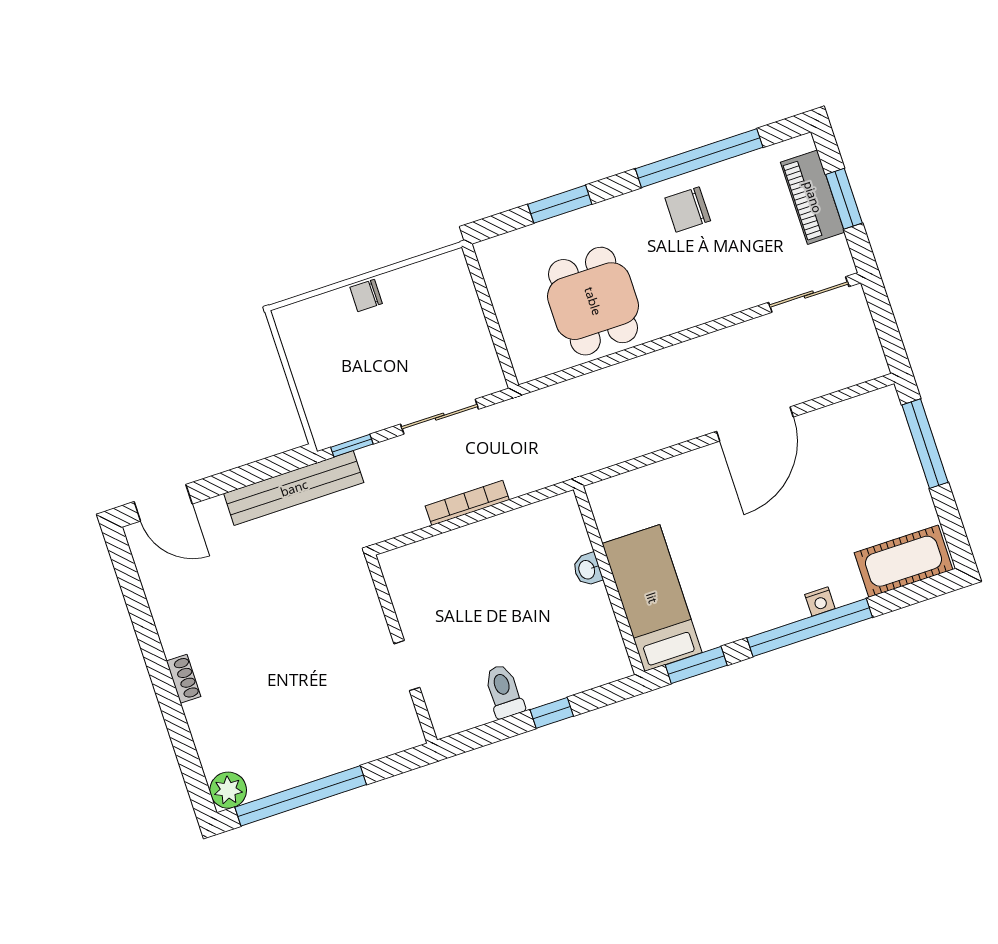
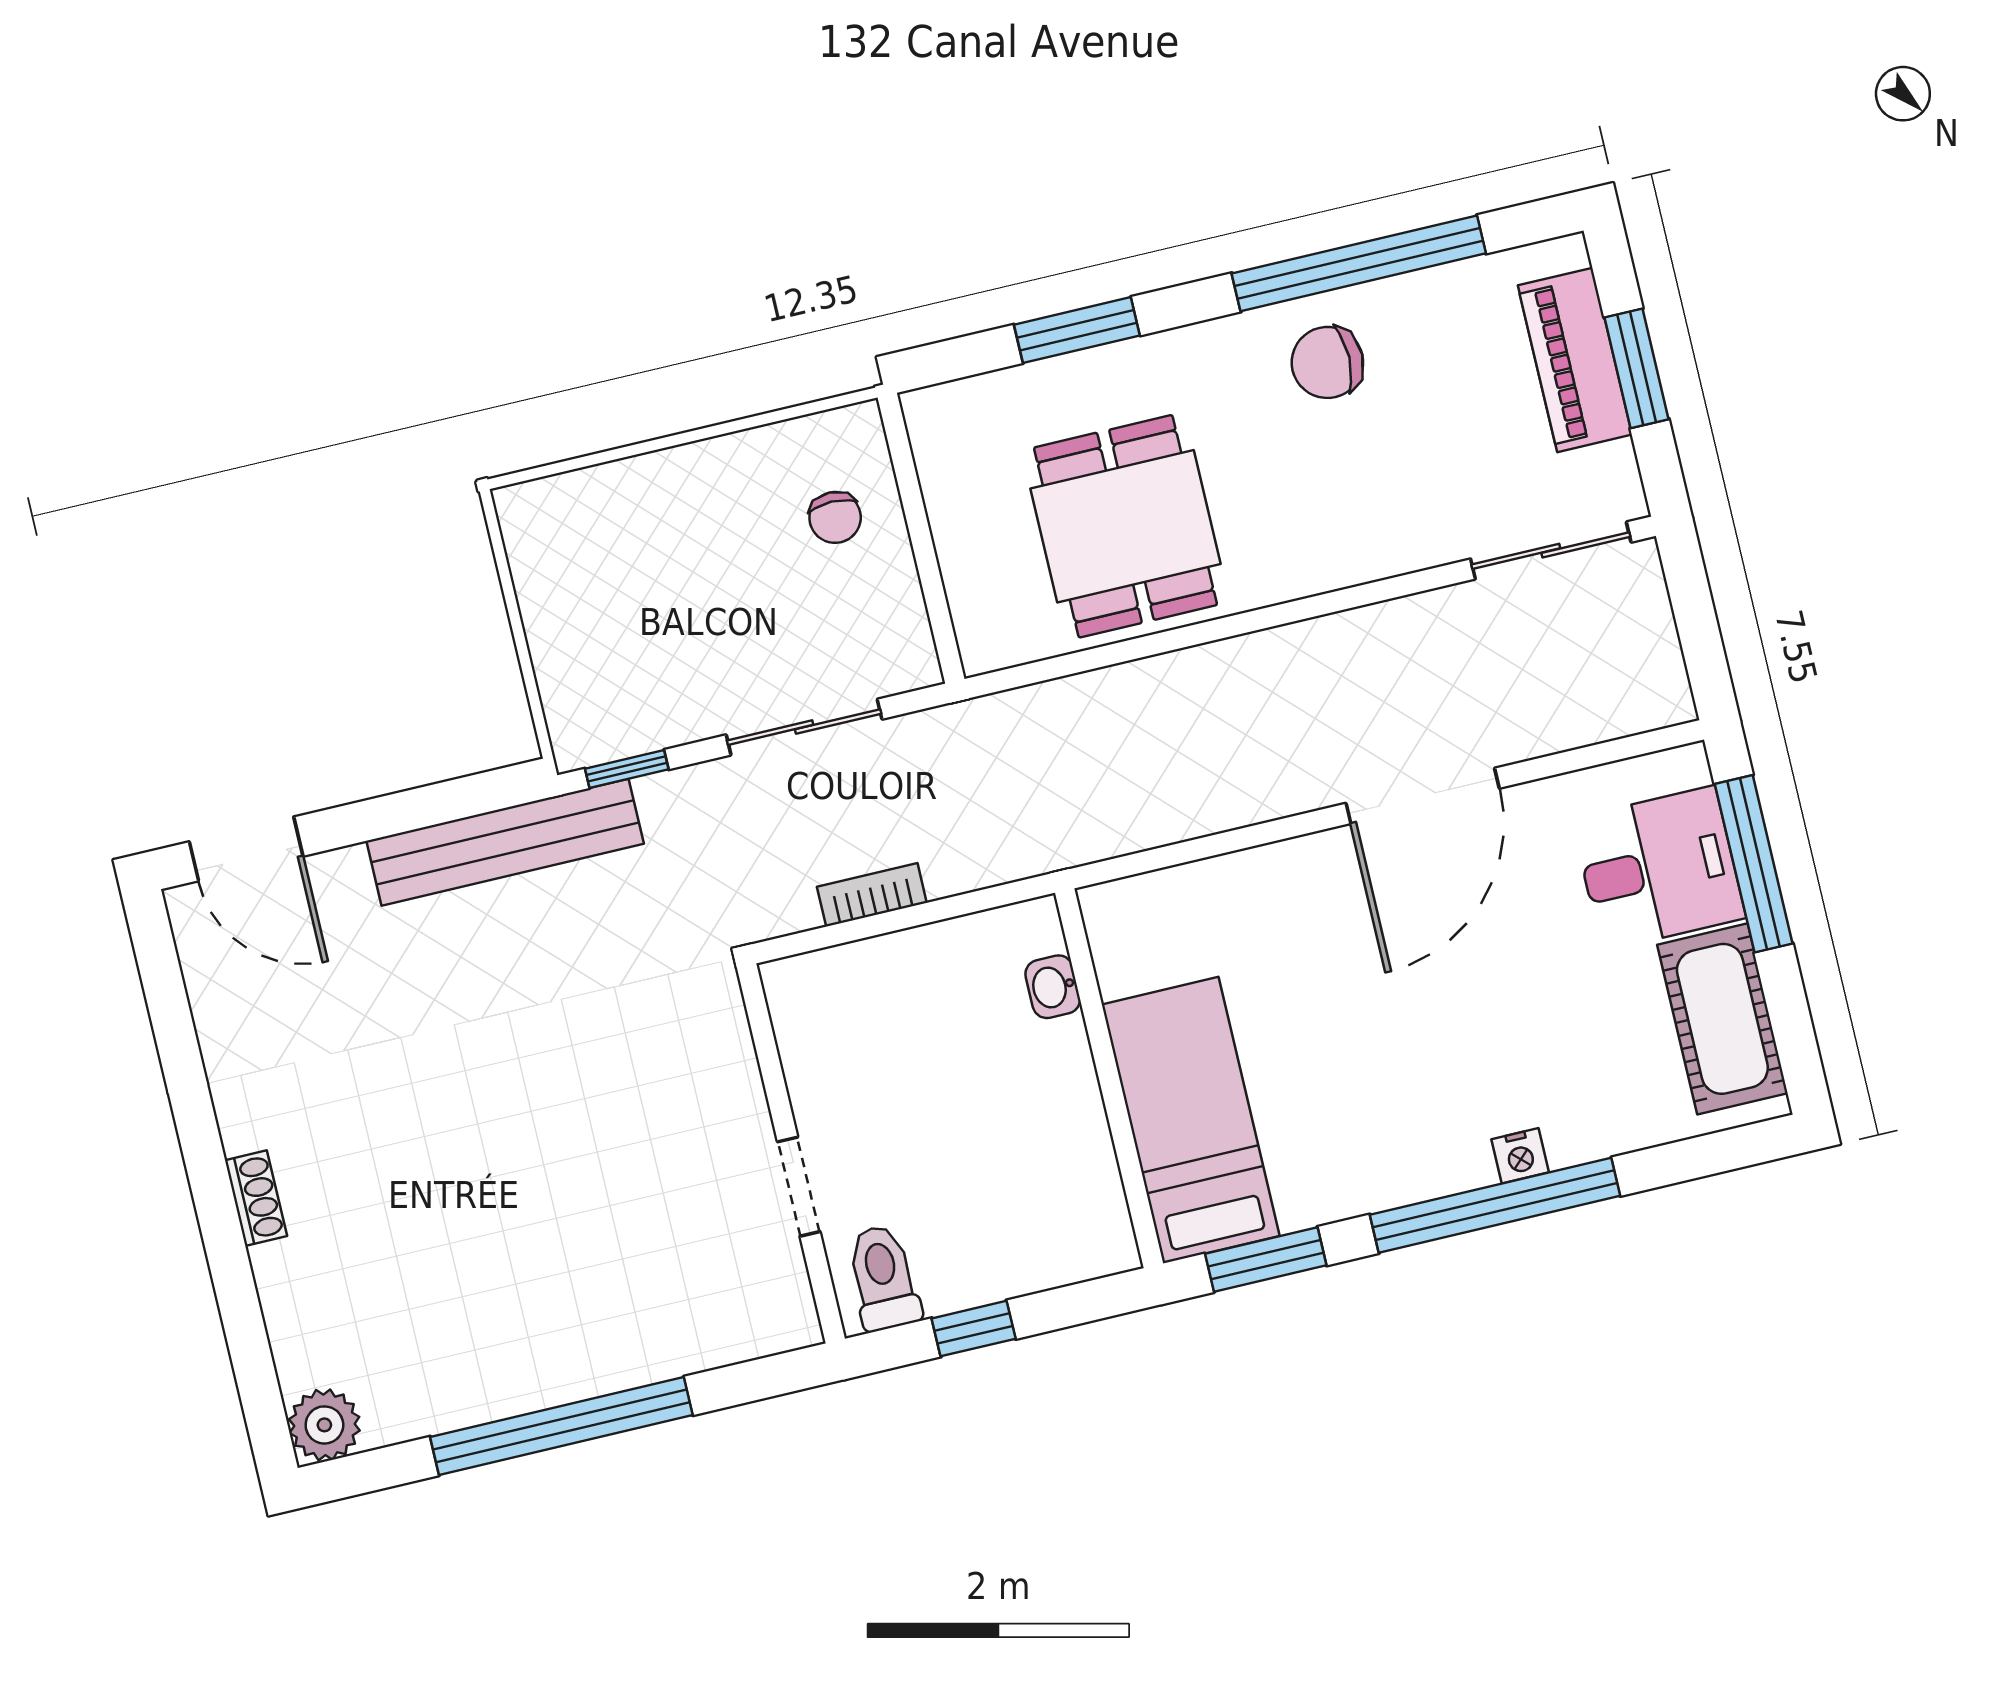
chair: (366, 295) -> (835, 517), moved, turned -90
desk: (877, 450) -> (1659, 868), added
bookcase: (467, 503) -> (872, 895), width x0.64
cot: (903, 561) -> (1722, 1019), moved, turned 90
washbasin: (587, 570) -> (1053, 987), moved
wall: (401, 649) -> (791, 1153), moved
doorway: (407, 666) -> (799, 1187), moved
window: (301, 796) -> (561, 1426), moved

